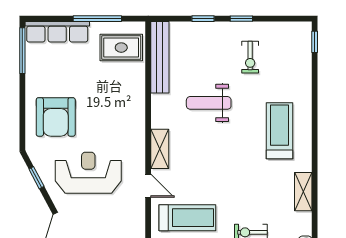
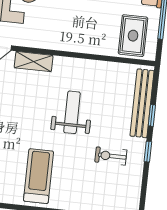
bench: (160, 57) -> (142, 103), moved, turned 90
treadmill: (280, 131) -> (39, 176), turned -90

